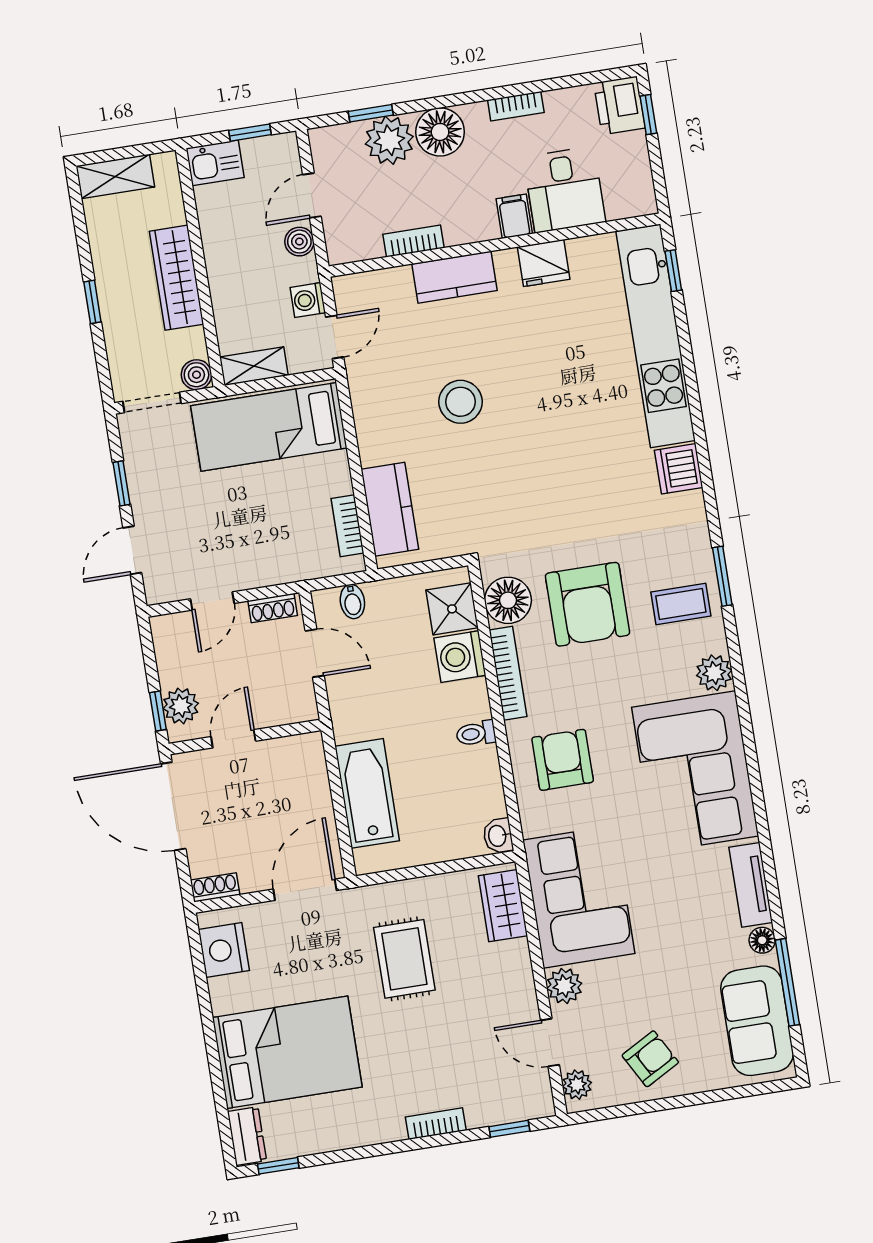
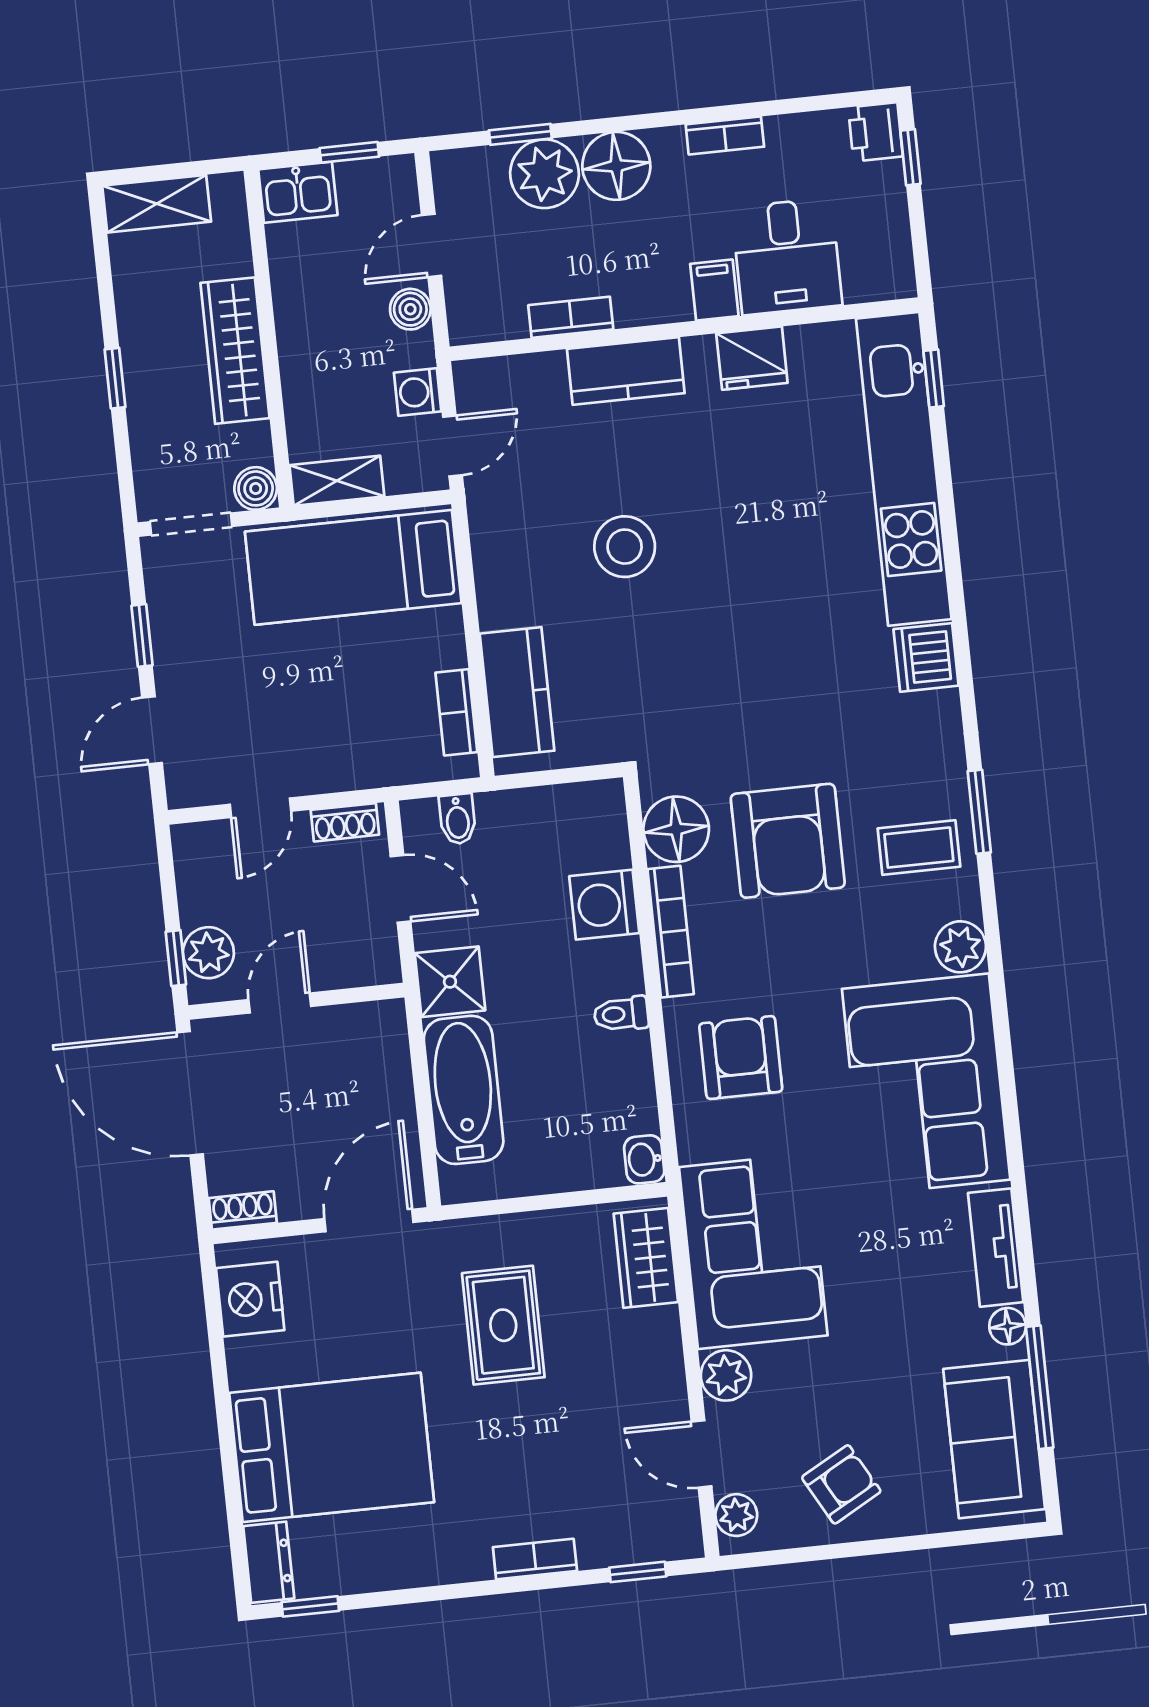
printer: (619, 106) -> (875, 132), width x0.73, depth x0.81
shower: (452, 609) -> (450, 982), moved

